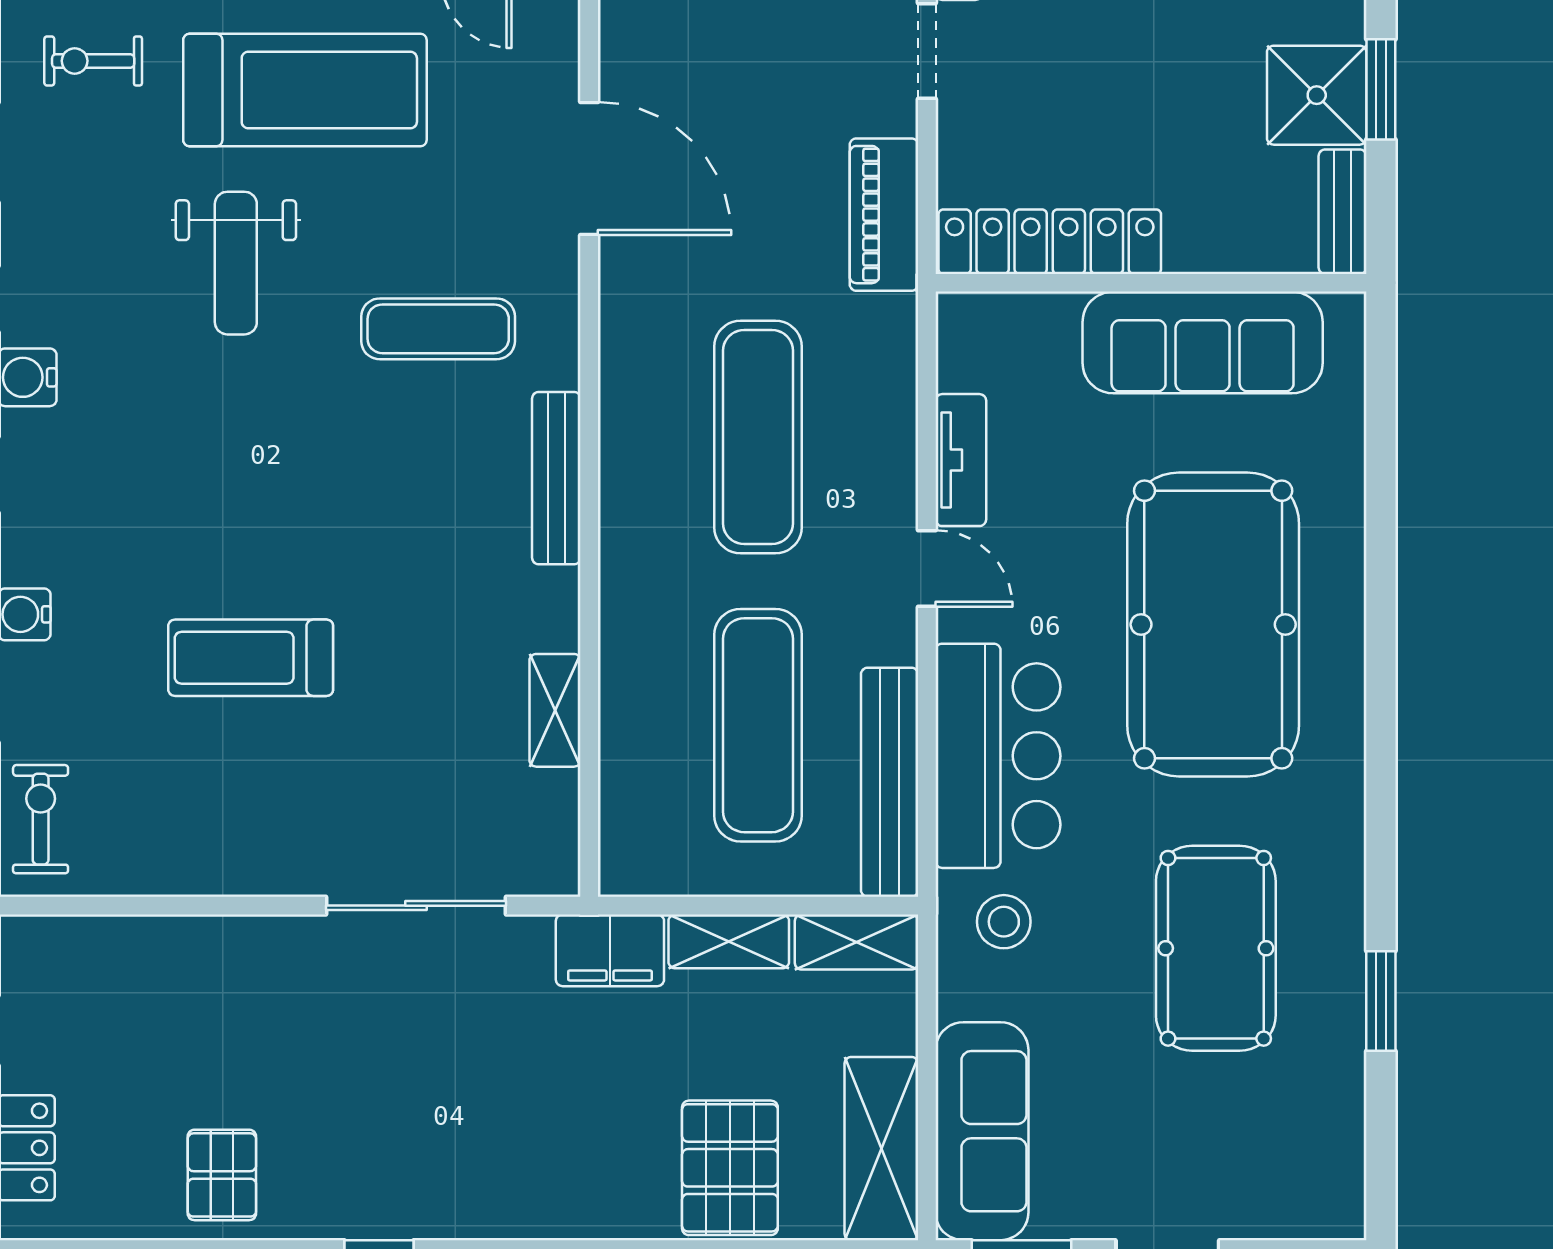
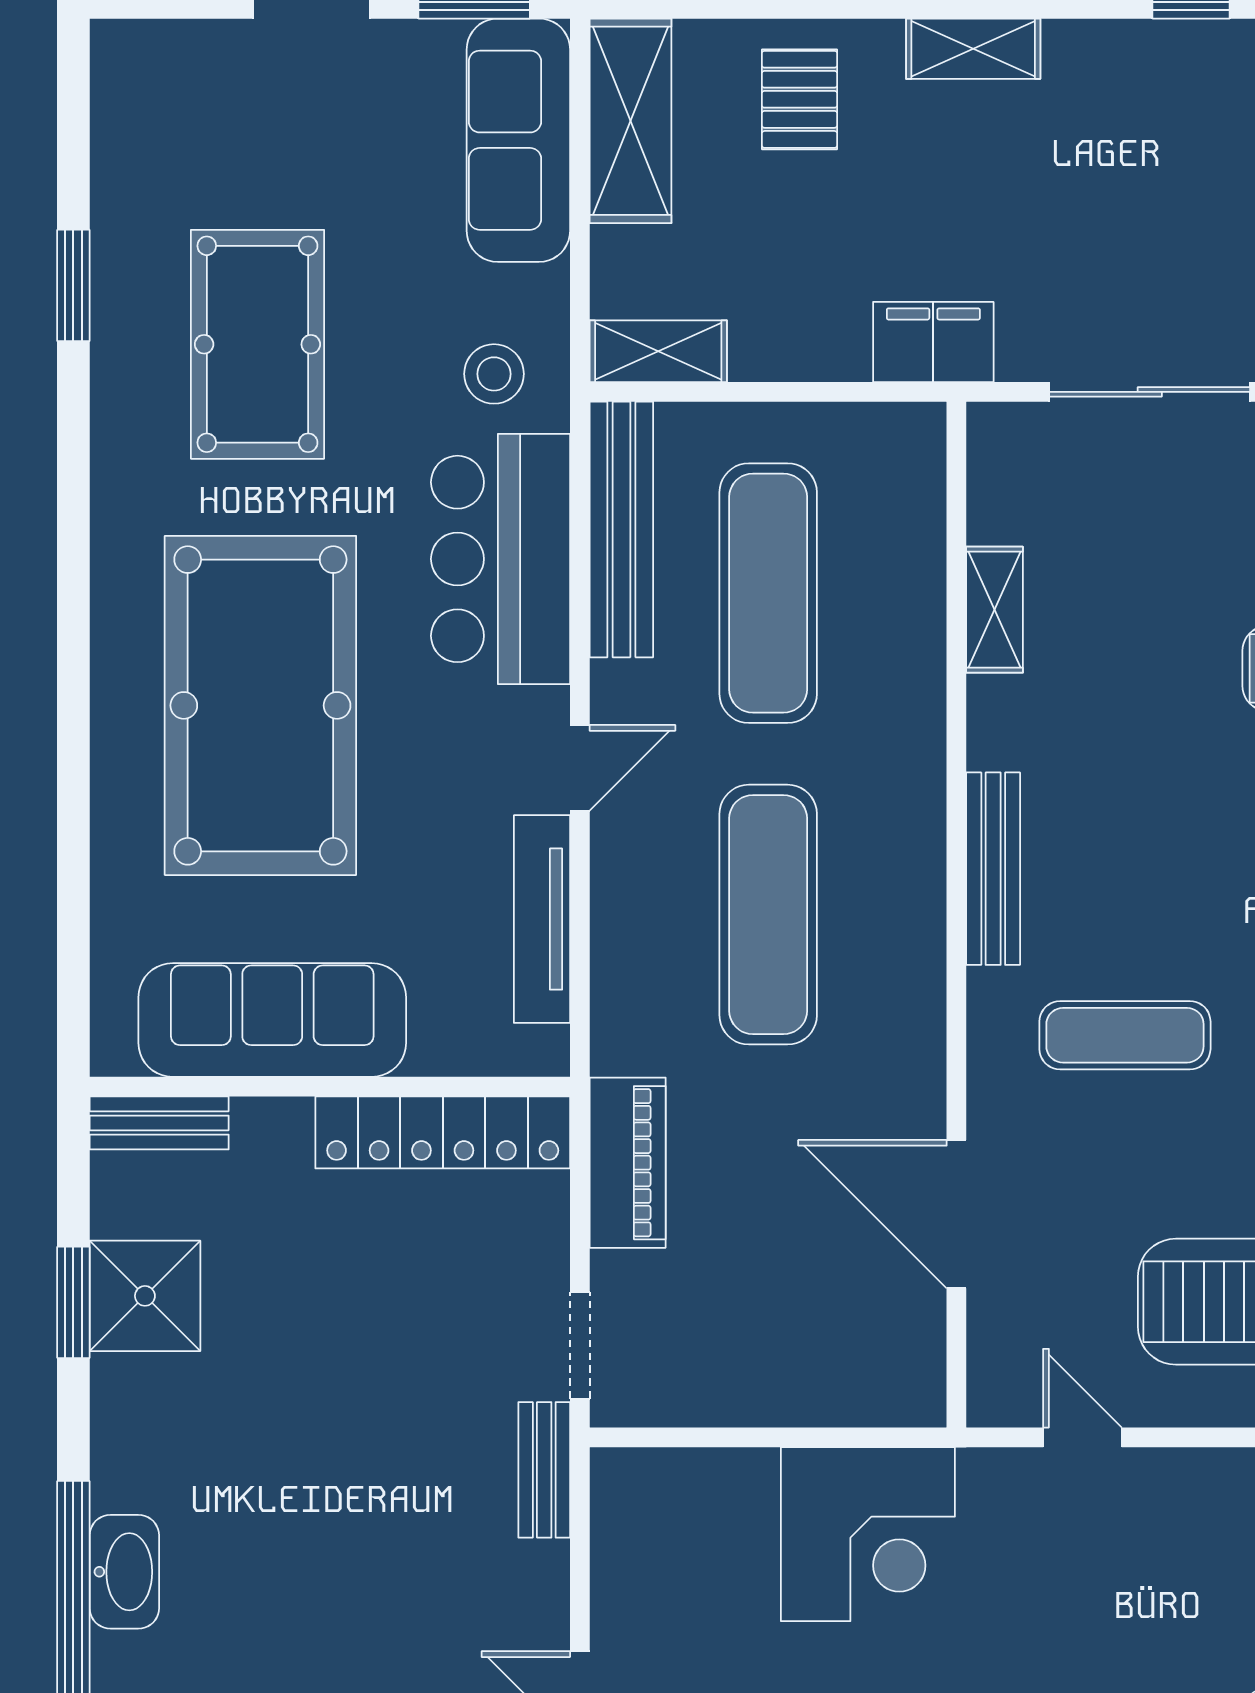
bench: (1342, 212) -> (159, 1123), moved, turned 90
tv unit: (961, 460) -> (542, 919), width x1.41
door: (927, 569) -> (580, 768), swing flipped
shelving: (729, 941) -> (973, 49), moved
pallet: (730, 1168) -> (799, 99), width x0.67, depth x0.71

